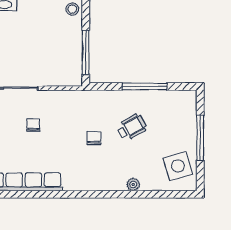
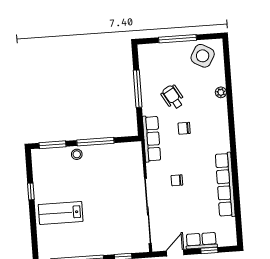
window: (86, 52) -> (95, 142), moved
row of seats: (84, 99) -> (152, 139), added
side table: (178, 166) -> (203, 56), turned 45

